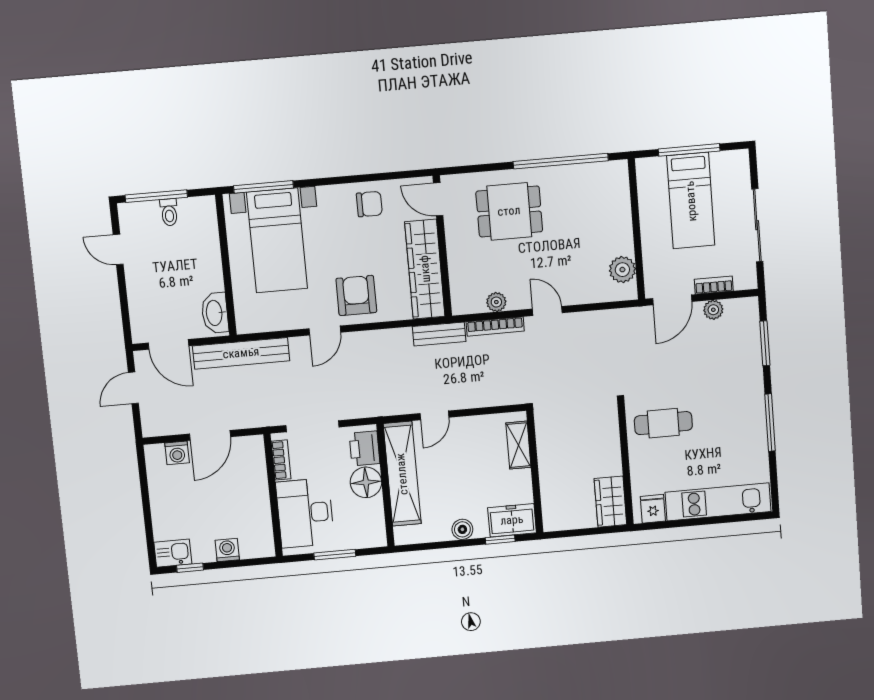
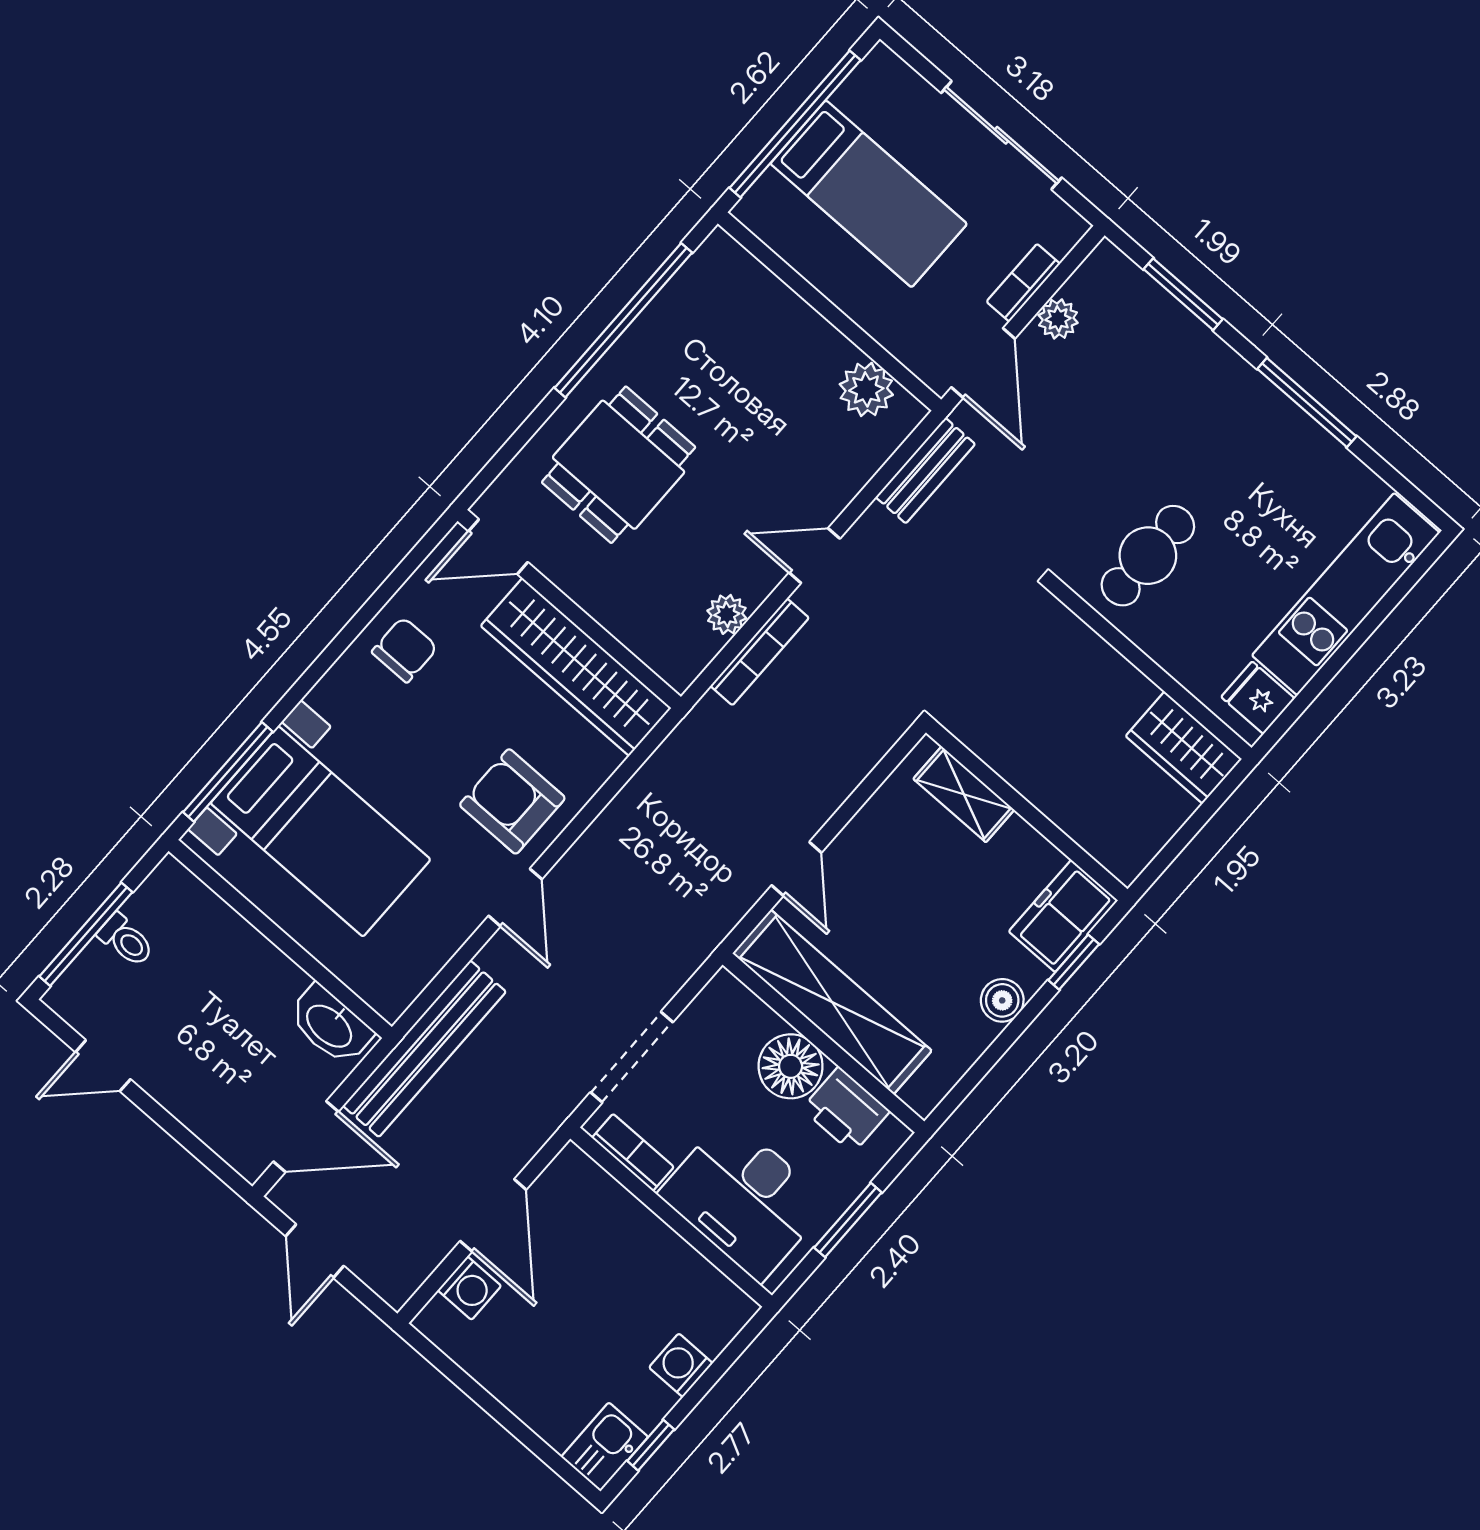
window: (689, 150) -> (795, 124), width x1.46
bench: (439, 334) -> (925, 471), moved
printer: (364, 448) -> (846, 1110), moved

